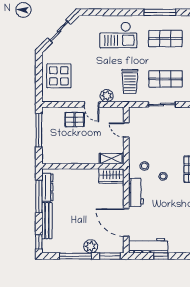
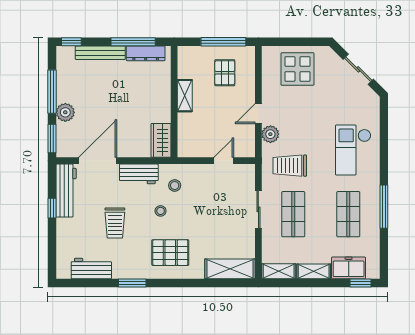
pallet: (75, 120) -> (225, 73), moved
shelving: (111, 159) -> (185, 96), moved
trolley: (172, 210) -> (115, 223), added

